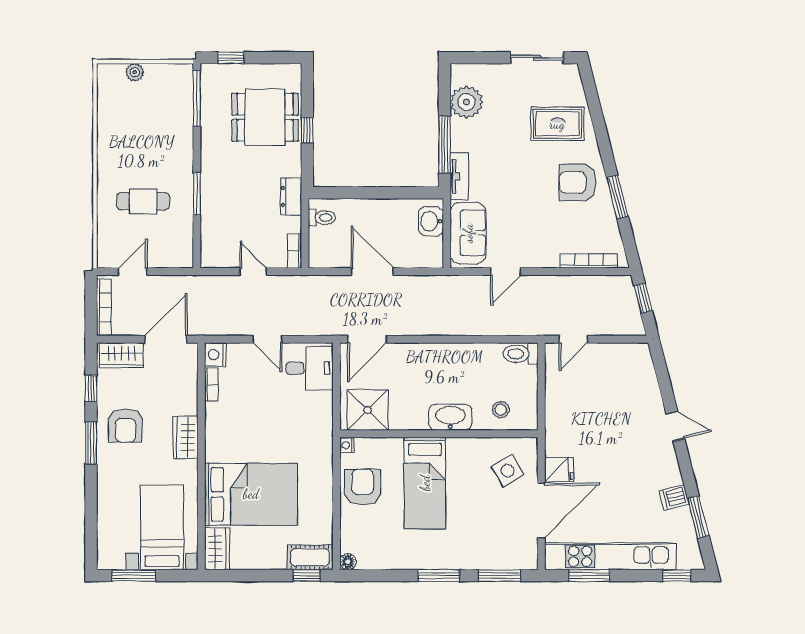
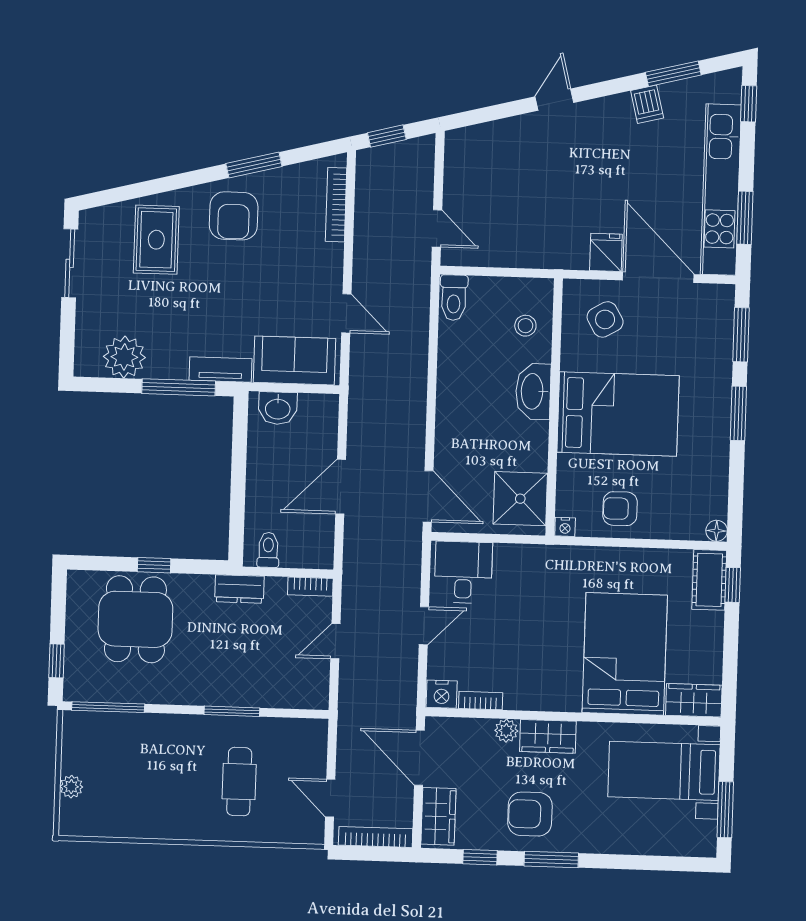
plant: (189, 405) -> (506, 731), added
armchair: (125, 426) -> (530, 814), turned 180
bed: (425, 483) -> (618, 414), width x1.50
armchair: (362, 487) -> (620, 509), width x0.72, depth x0.72

